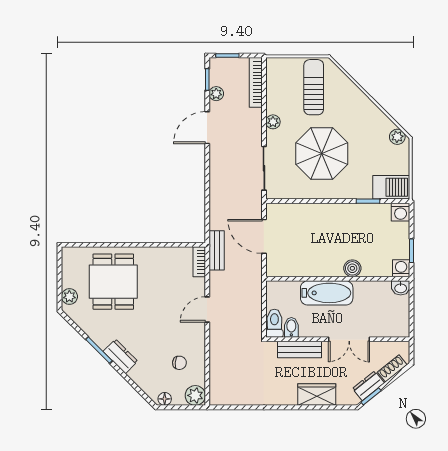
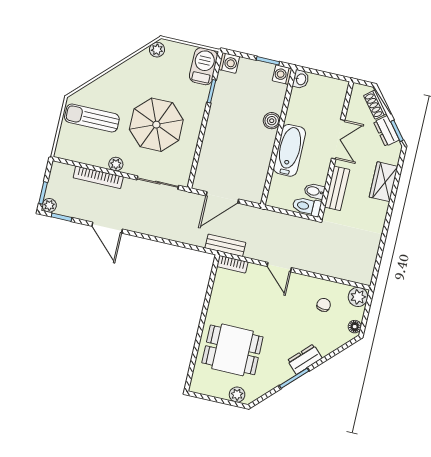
bookcase: (256, 82) -> (98, 177), moved
plant: (216, 94) -> (49, 205), moved

